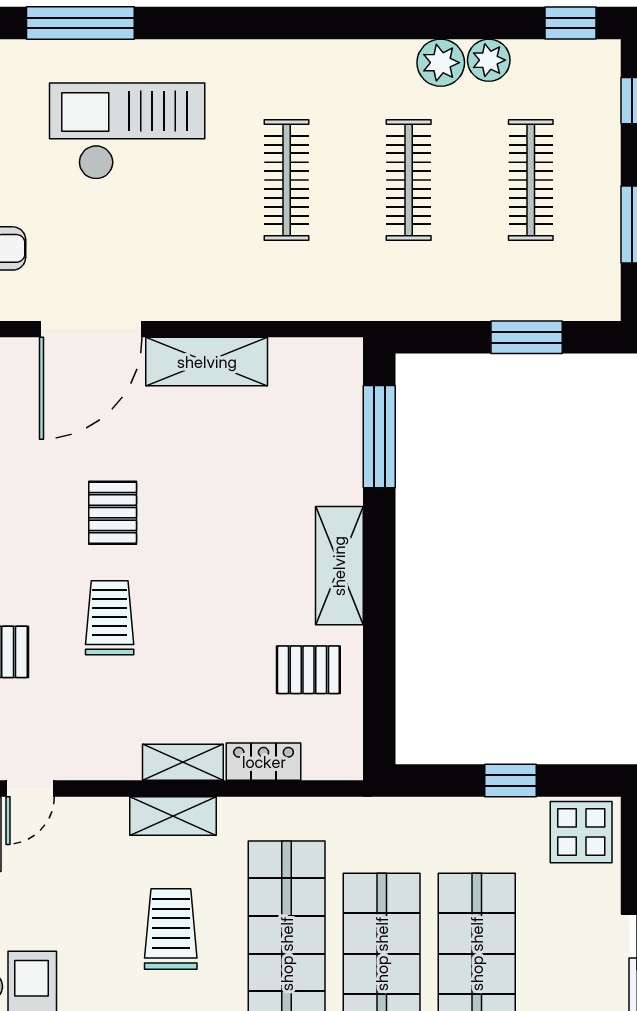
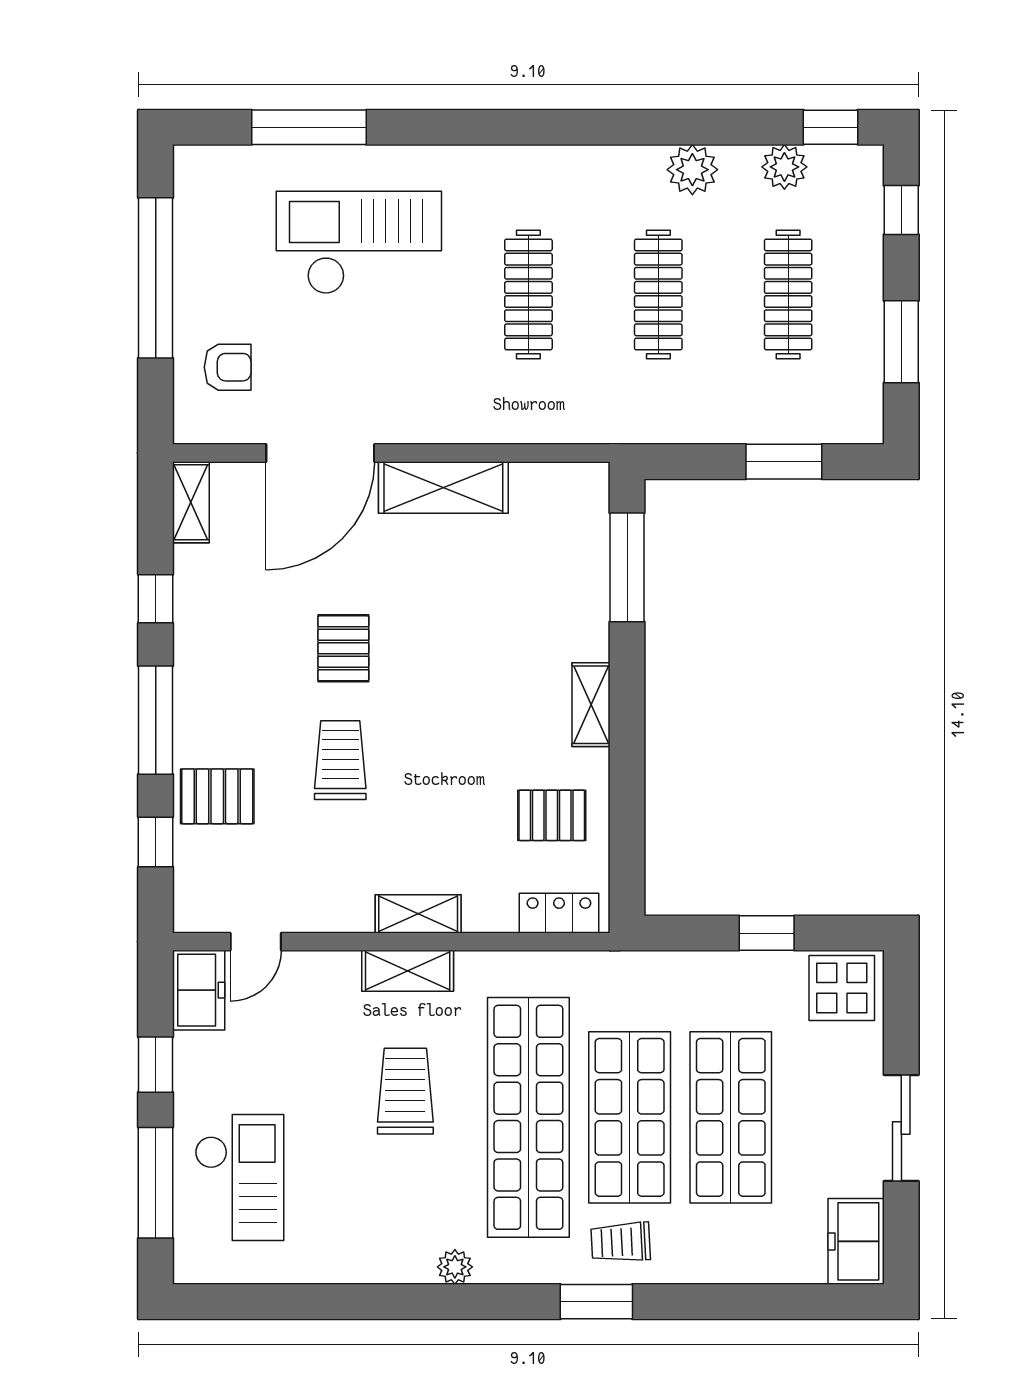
plant: (489, 60) -> (784, 167), moved
shelving: (339, 566) -> (591, 705), width x0.67, depth x0.75
locker: (264, 762) -> (559, 913), moved

